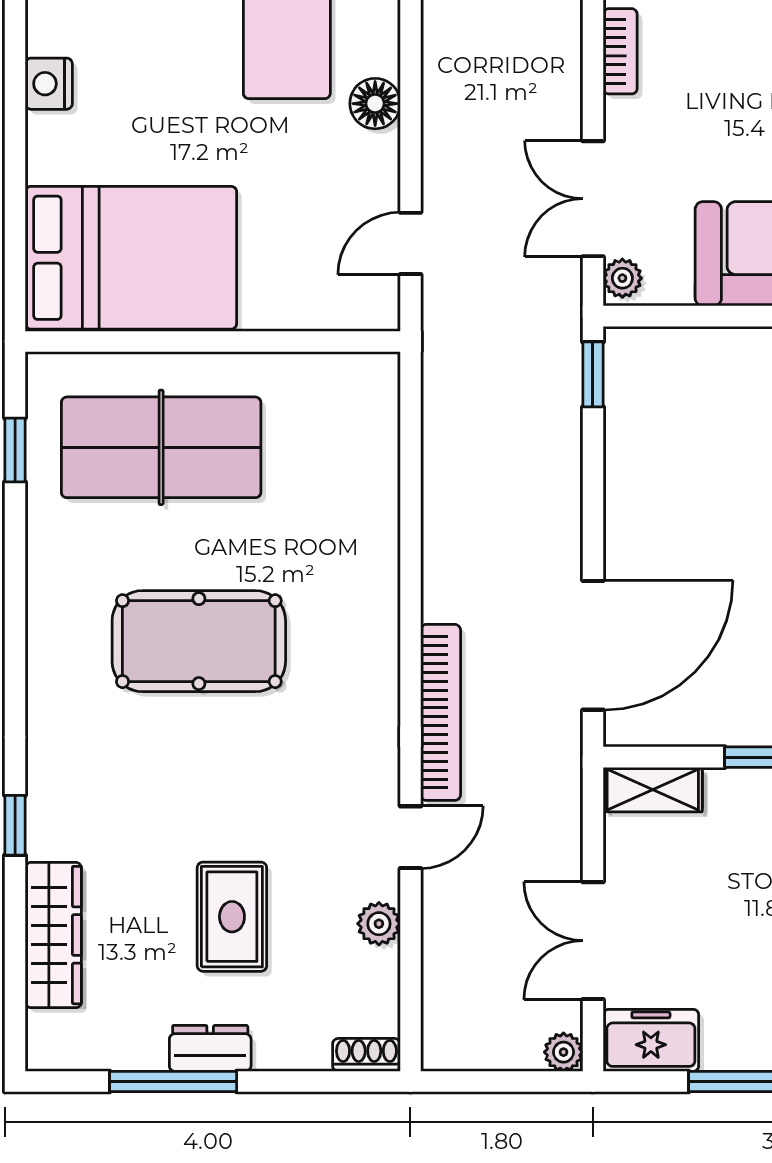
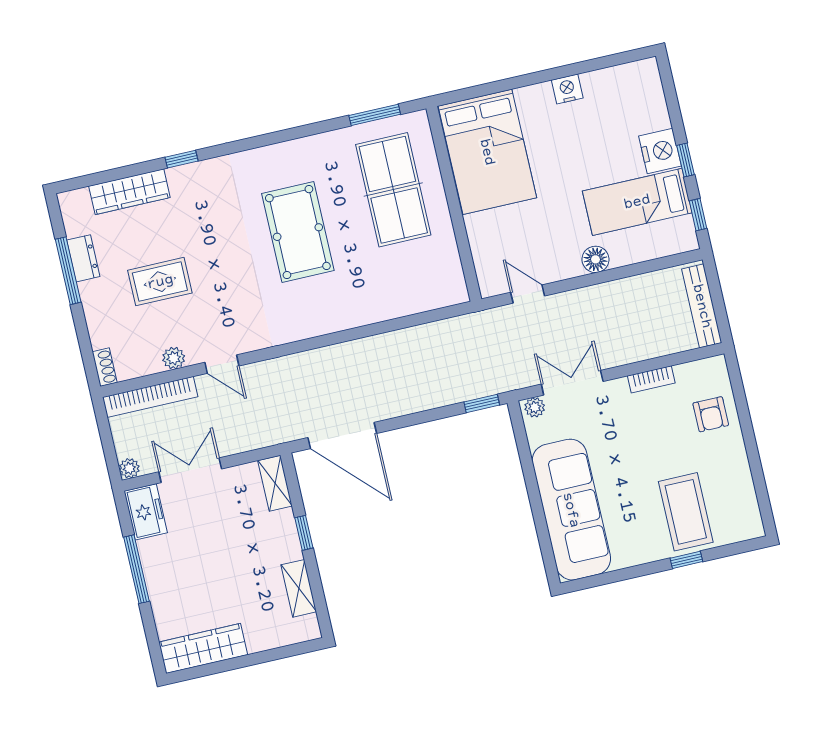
window: (15, 450) -> (375, 115), width x1.50
bookcase: (441, 712) -> (150, 397), moved
dresser: (210, 1048) -> (83, 258), moved

